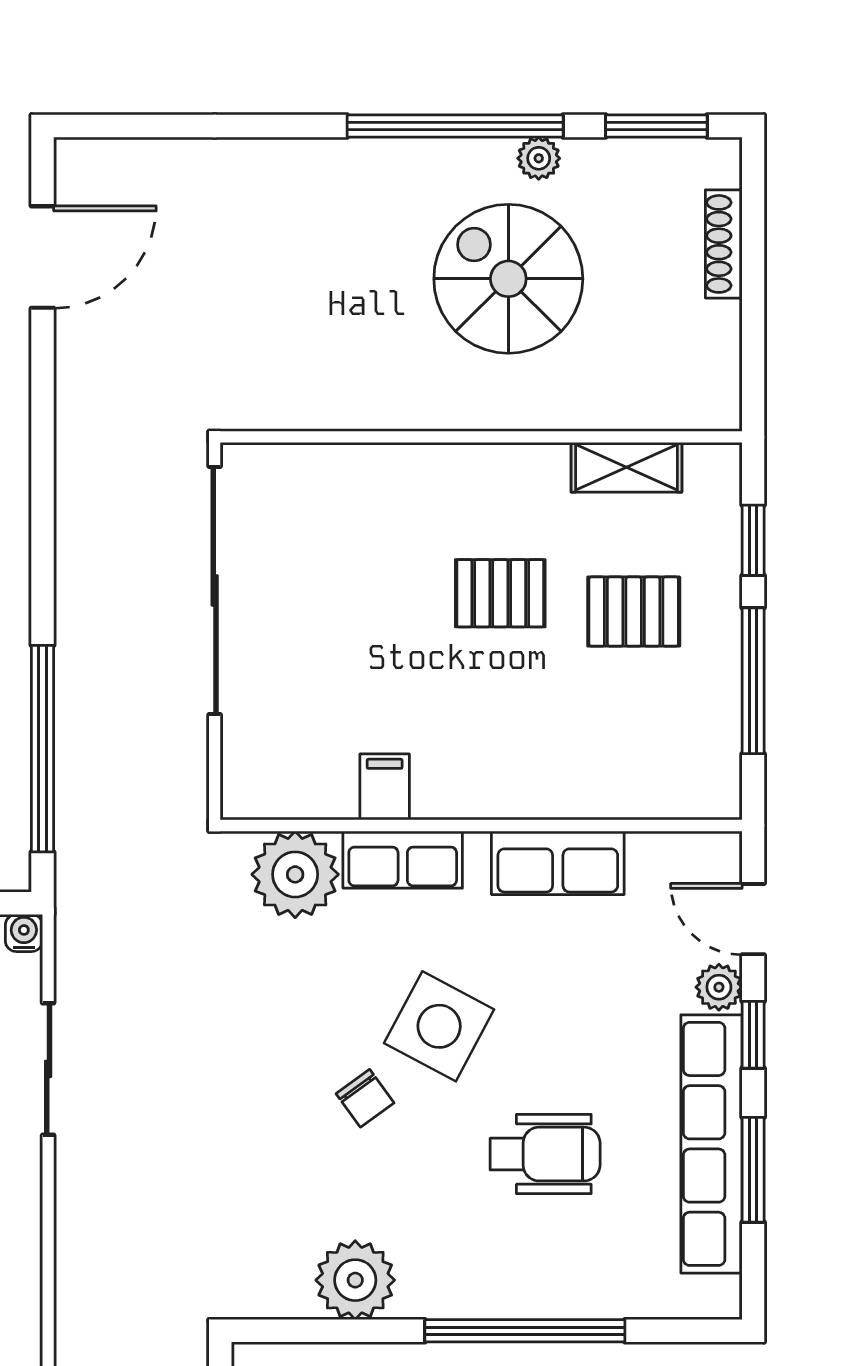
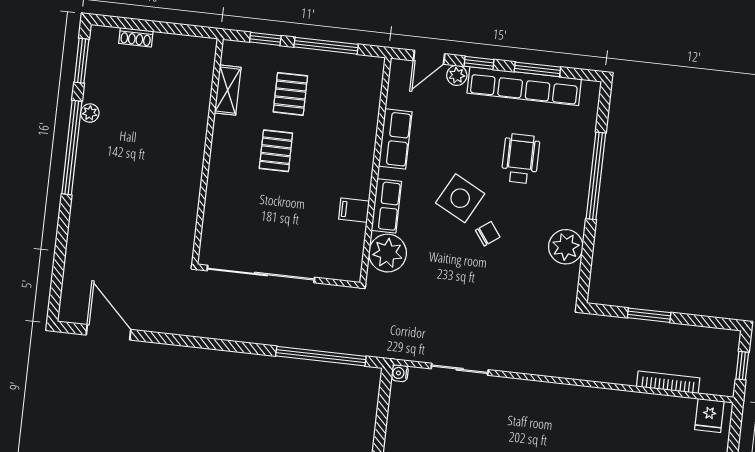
shoe rack: (724, 244) -> (136, 37), width x0.70
spiral stairs: (508, 279) -> (140, 132), removed

